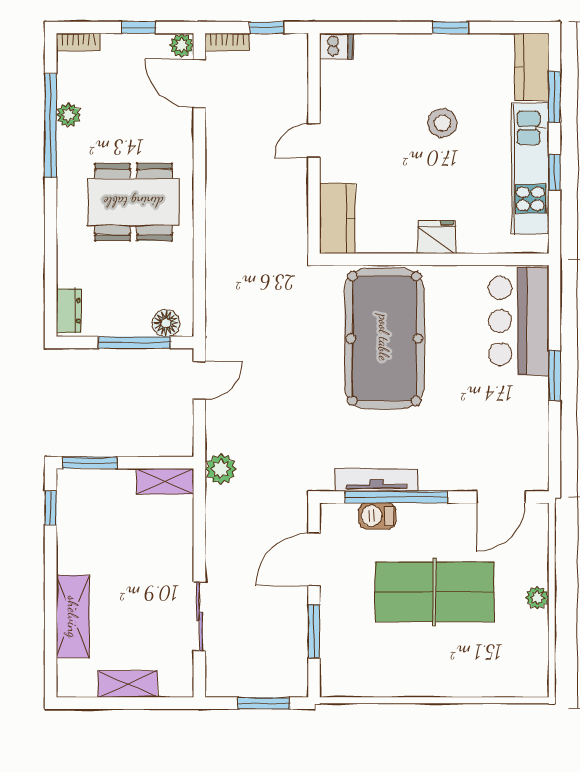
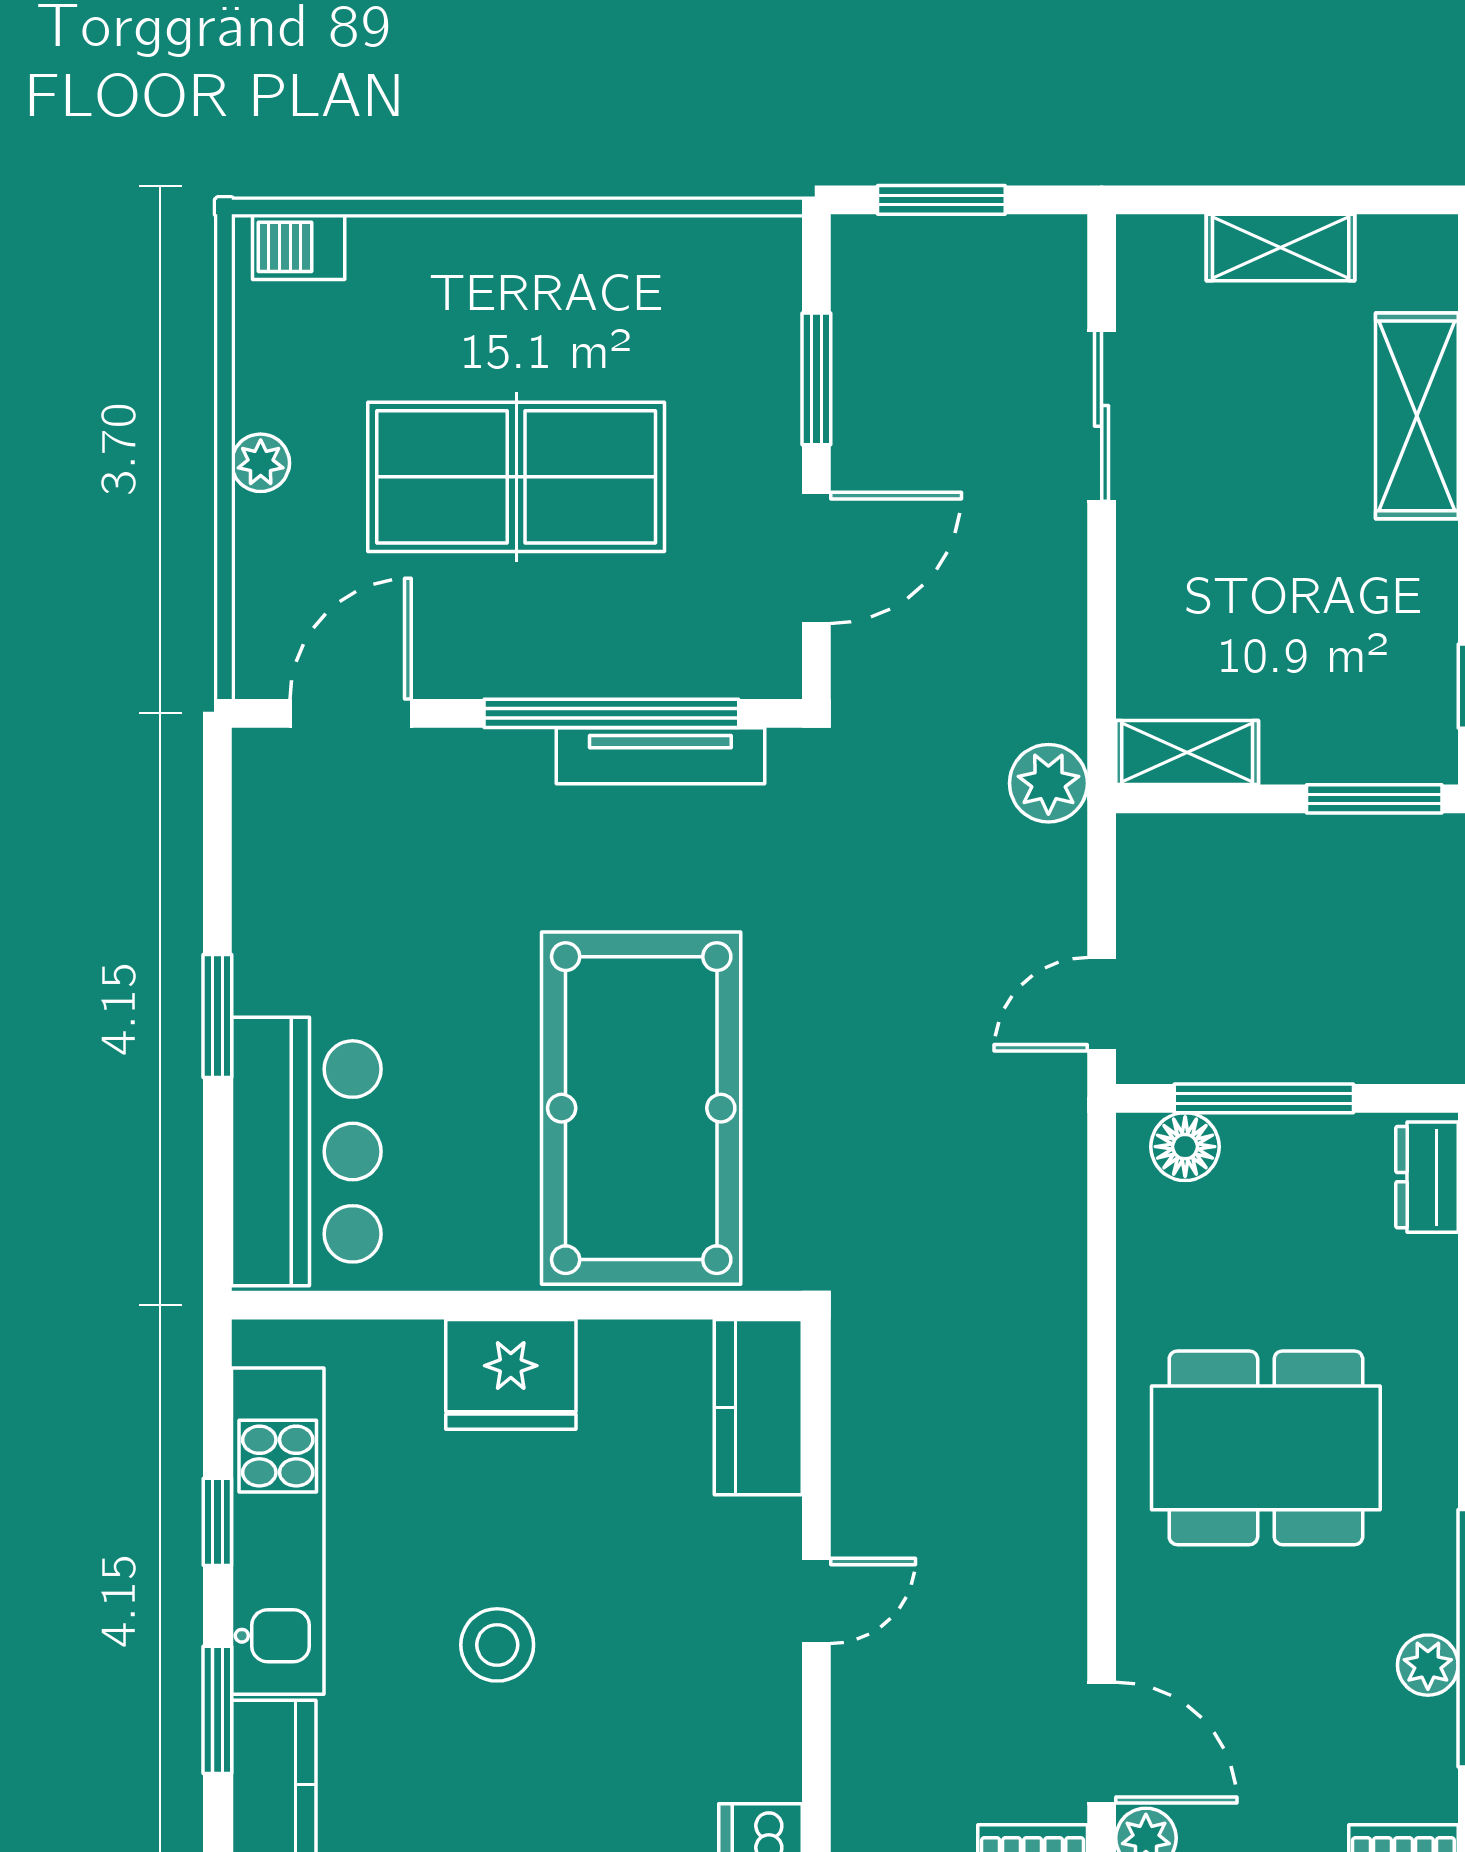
fridge: (437, 237) -> (511, 1374), width x1.36, depth x1.34
barbecue: (377, 516) -> (299, 247), moved, turned 180

